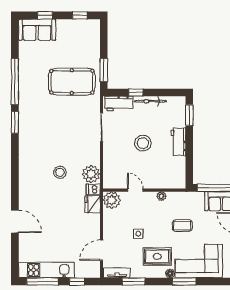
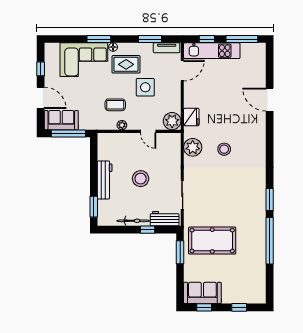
sofa: (37, 30) -> (202, 293), moved
workbench: (178, 142) -> (105, 180), width x1.38
dishwasher: (93, 189) -> (191, 132), removed
coffee table: (182, 225) -> (115, 105), moved
side table: (138, 234) -> (145, 87), width x1.87, depth x1.87
kitchen unit: (46, 270) -> (212, 51), moved

